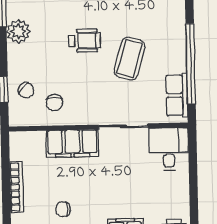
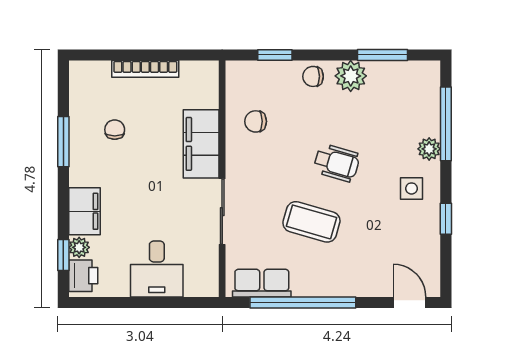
wheelchair: (84, 41) -> (337, 163), turned -74
chair: (26, 90) -> (313, 76), moved, turned 47
desk: (169, 149) -> (157, 269), moved, turned 90

